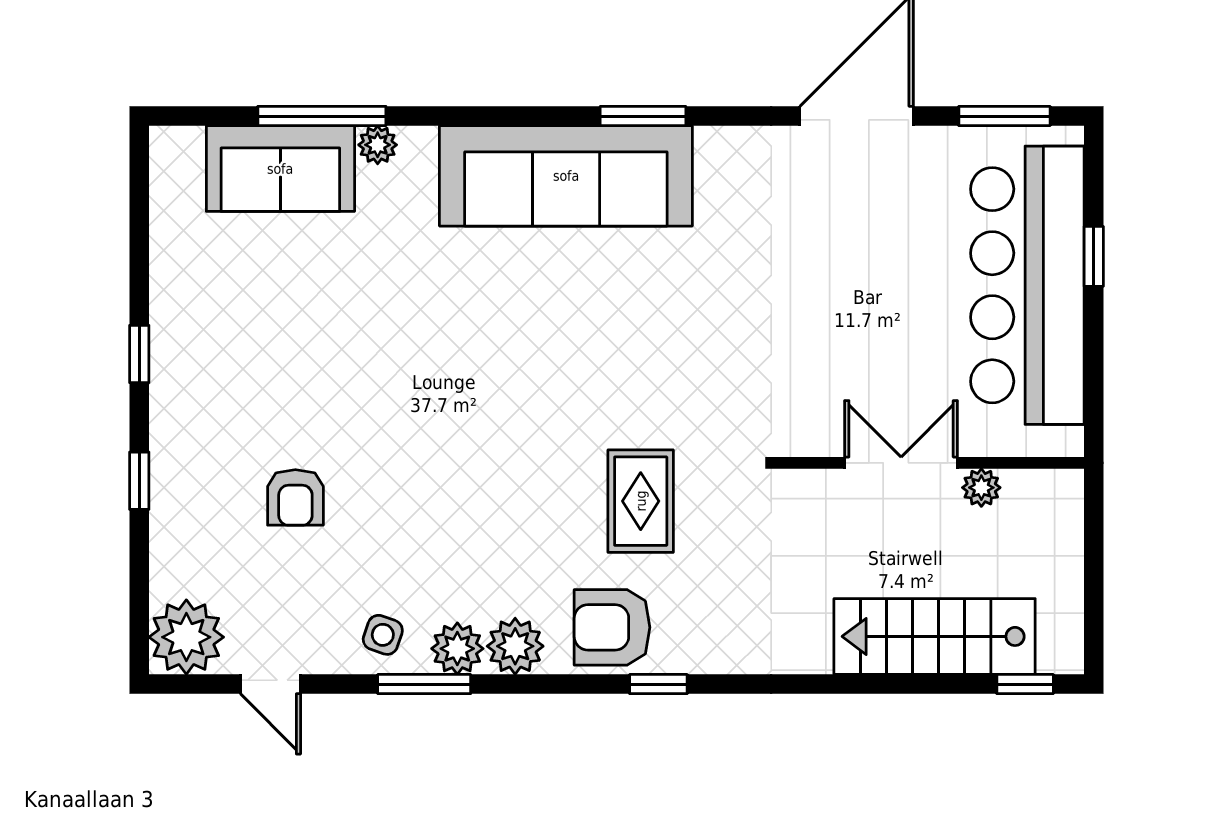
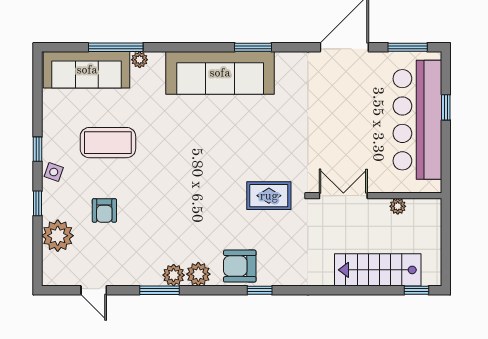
sofa: (280, 169) -> (87, 70), width x1.36
coffee table: (304, 339) -> (108, 143), added
double door: (901, 463) -> (343, 196), moved
rug: (641, 501) -> (269, 196), moved, turned 90
side table: (383, 635) -> (54, 172), moved
plant: (186, 637) -> (58, 236), moved

